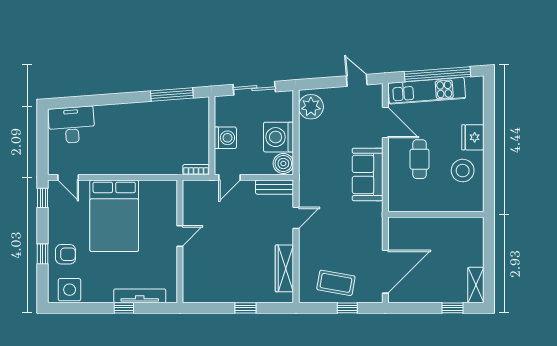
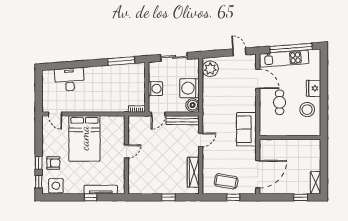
desk: (72, 125) -> (69, 80), moved
sofa: (368, 174) -> (246, 129), moved
bench: (275, 187) -> (183, 120), width x1.36
window: (43, 198) -> (39, 182), moved

